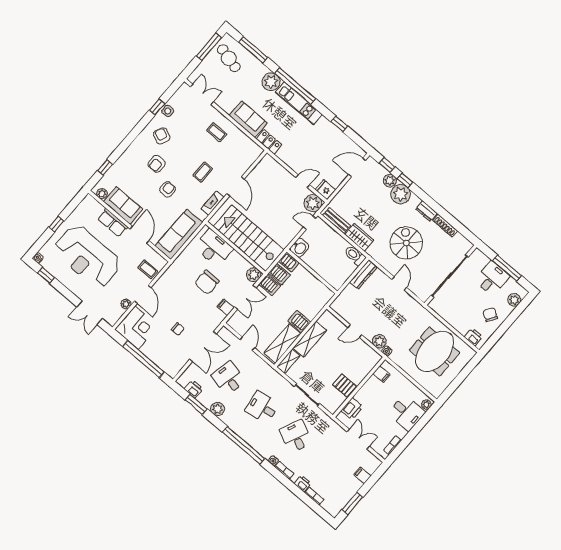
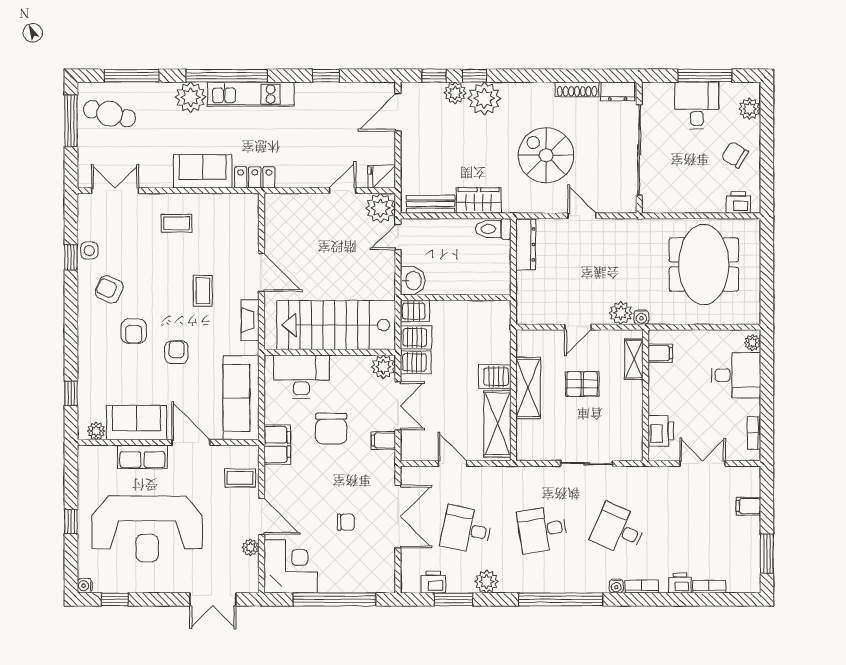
dresser: (426, 211) -> (618, 91), moved
filing cabinet: (177, 269) -> (277, 445), added
shelving: (288, 361) -> (634, 359), moved
pallet: (344, 385) -> (582, 384), moved

